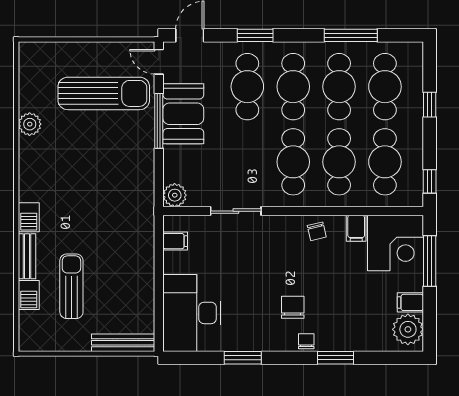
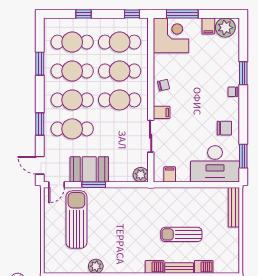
window: (351, 35) -> (40, 64), width x0.69
window: (159, 121) -> (94, 185), width x0.69
filing cabinet: (356, 228) -> (162, 112), moved
sun lounger: (71, 286) -> (181, 234), moved
chair: (293, 307) -> (224, 128), moved, turned 180
window: (243, 358) -> (243, 156), moved

